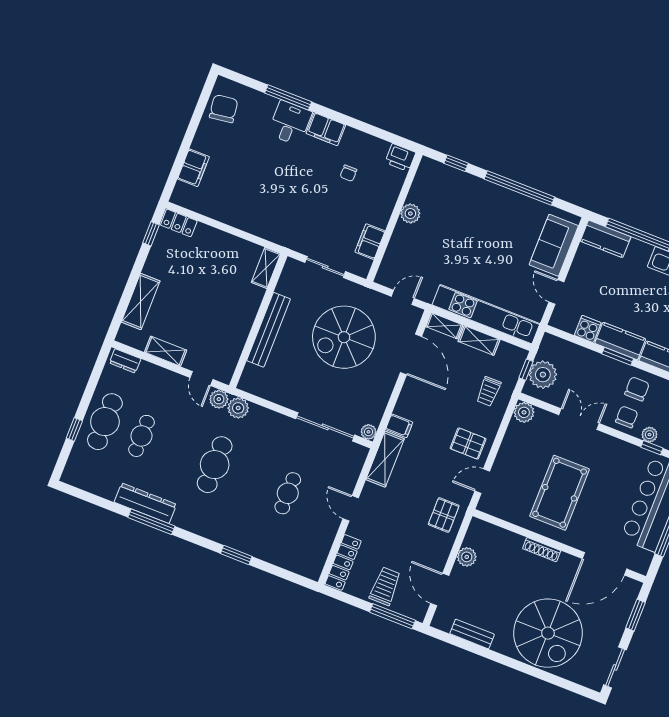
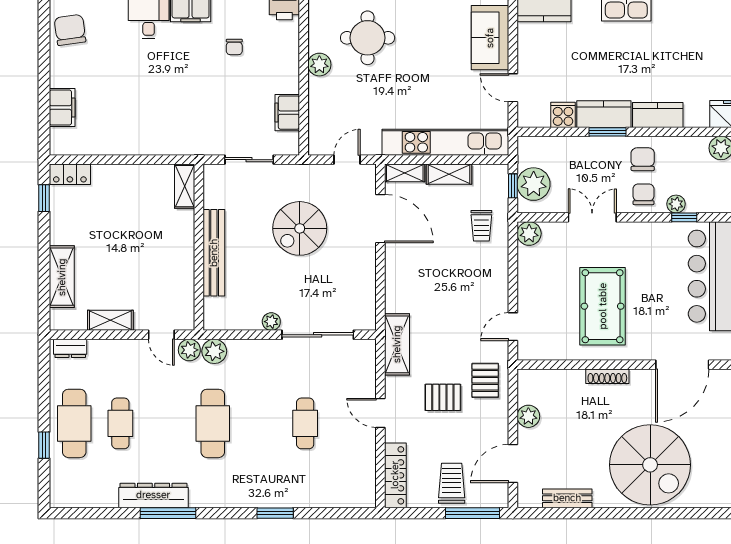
round table: (457, 207) -> (368, 38), added
spiral stairs: (344, 337) -> (300, 228), width x0.73, depth x0.73
filing cabinet: (399, 426) -> (398, 302), removed
plant: (369, 432) -> (271, 322), moved
pallet: (468, 444) -> (443, 397), moved
door: (440, 589) -> (513, 464), hinge flipped

